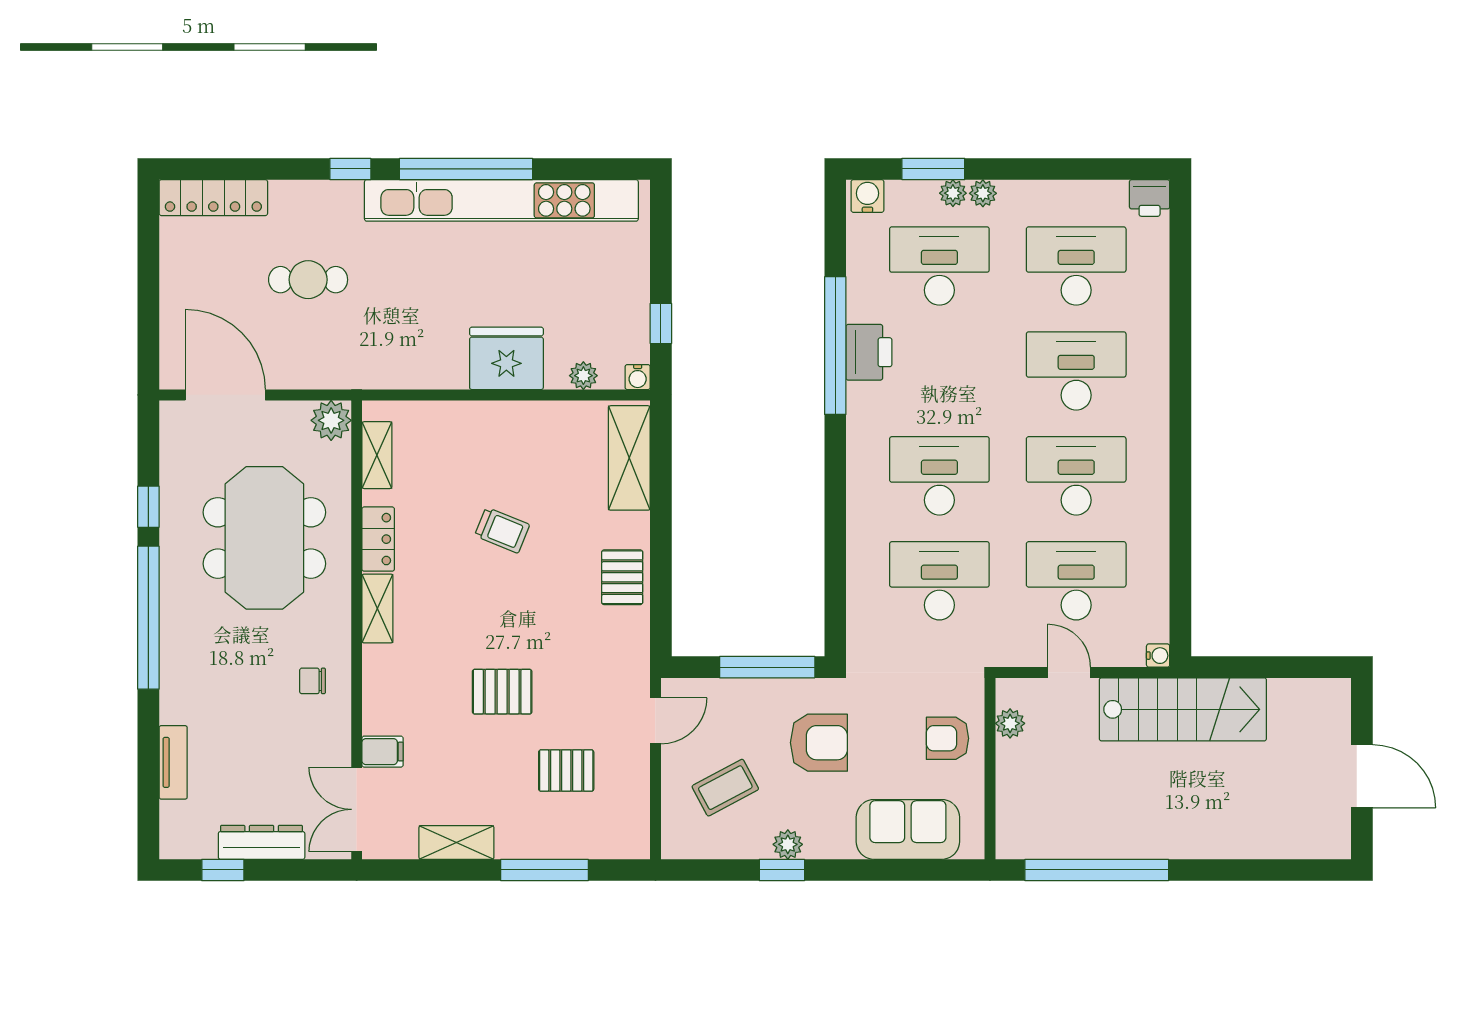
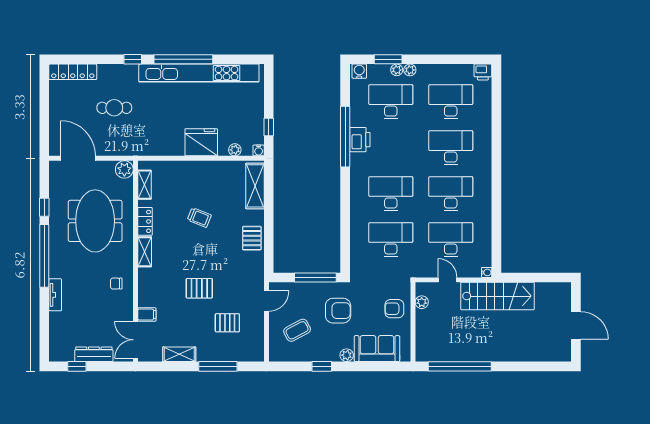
tv unit: (173, 762) -> (55, 295), moved
plant: (788, 844) -> (347, 355), moved

